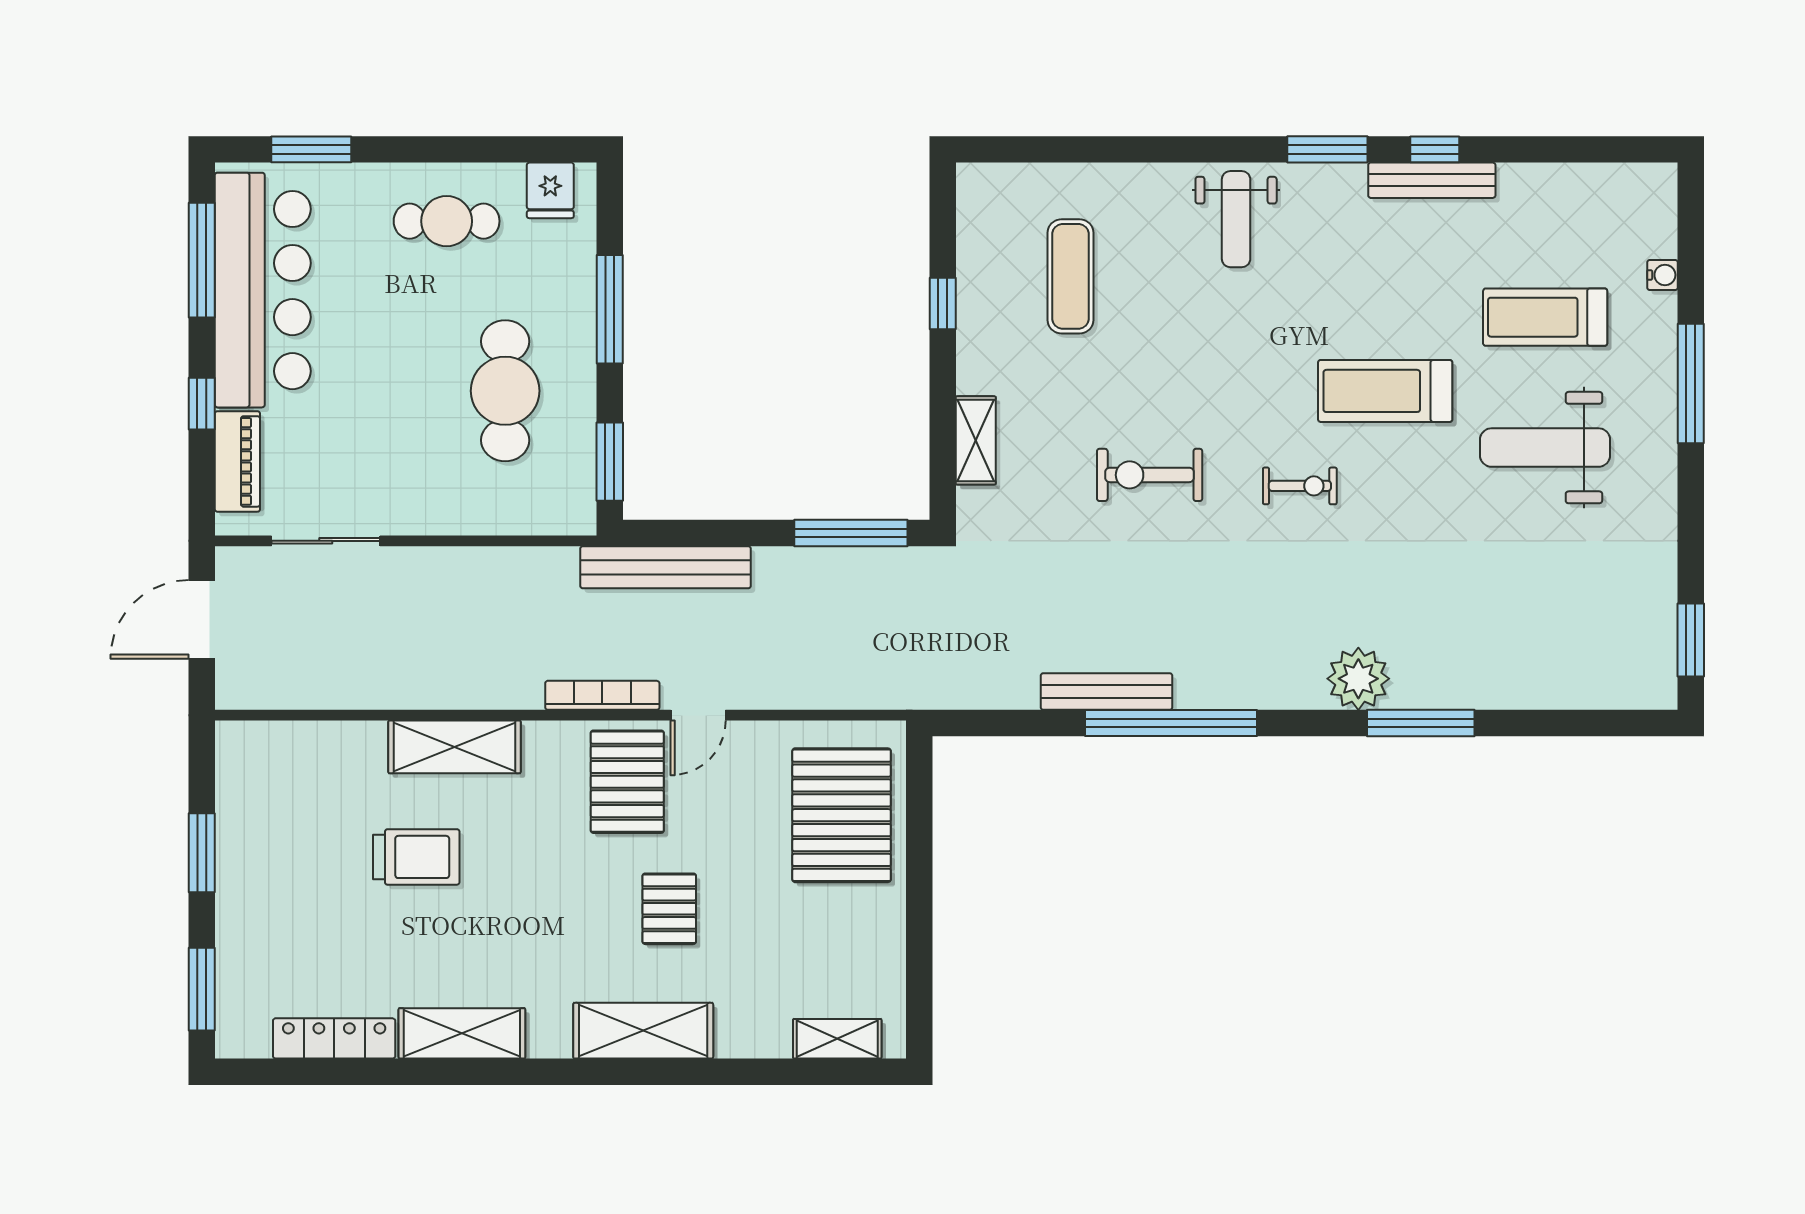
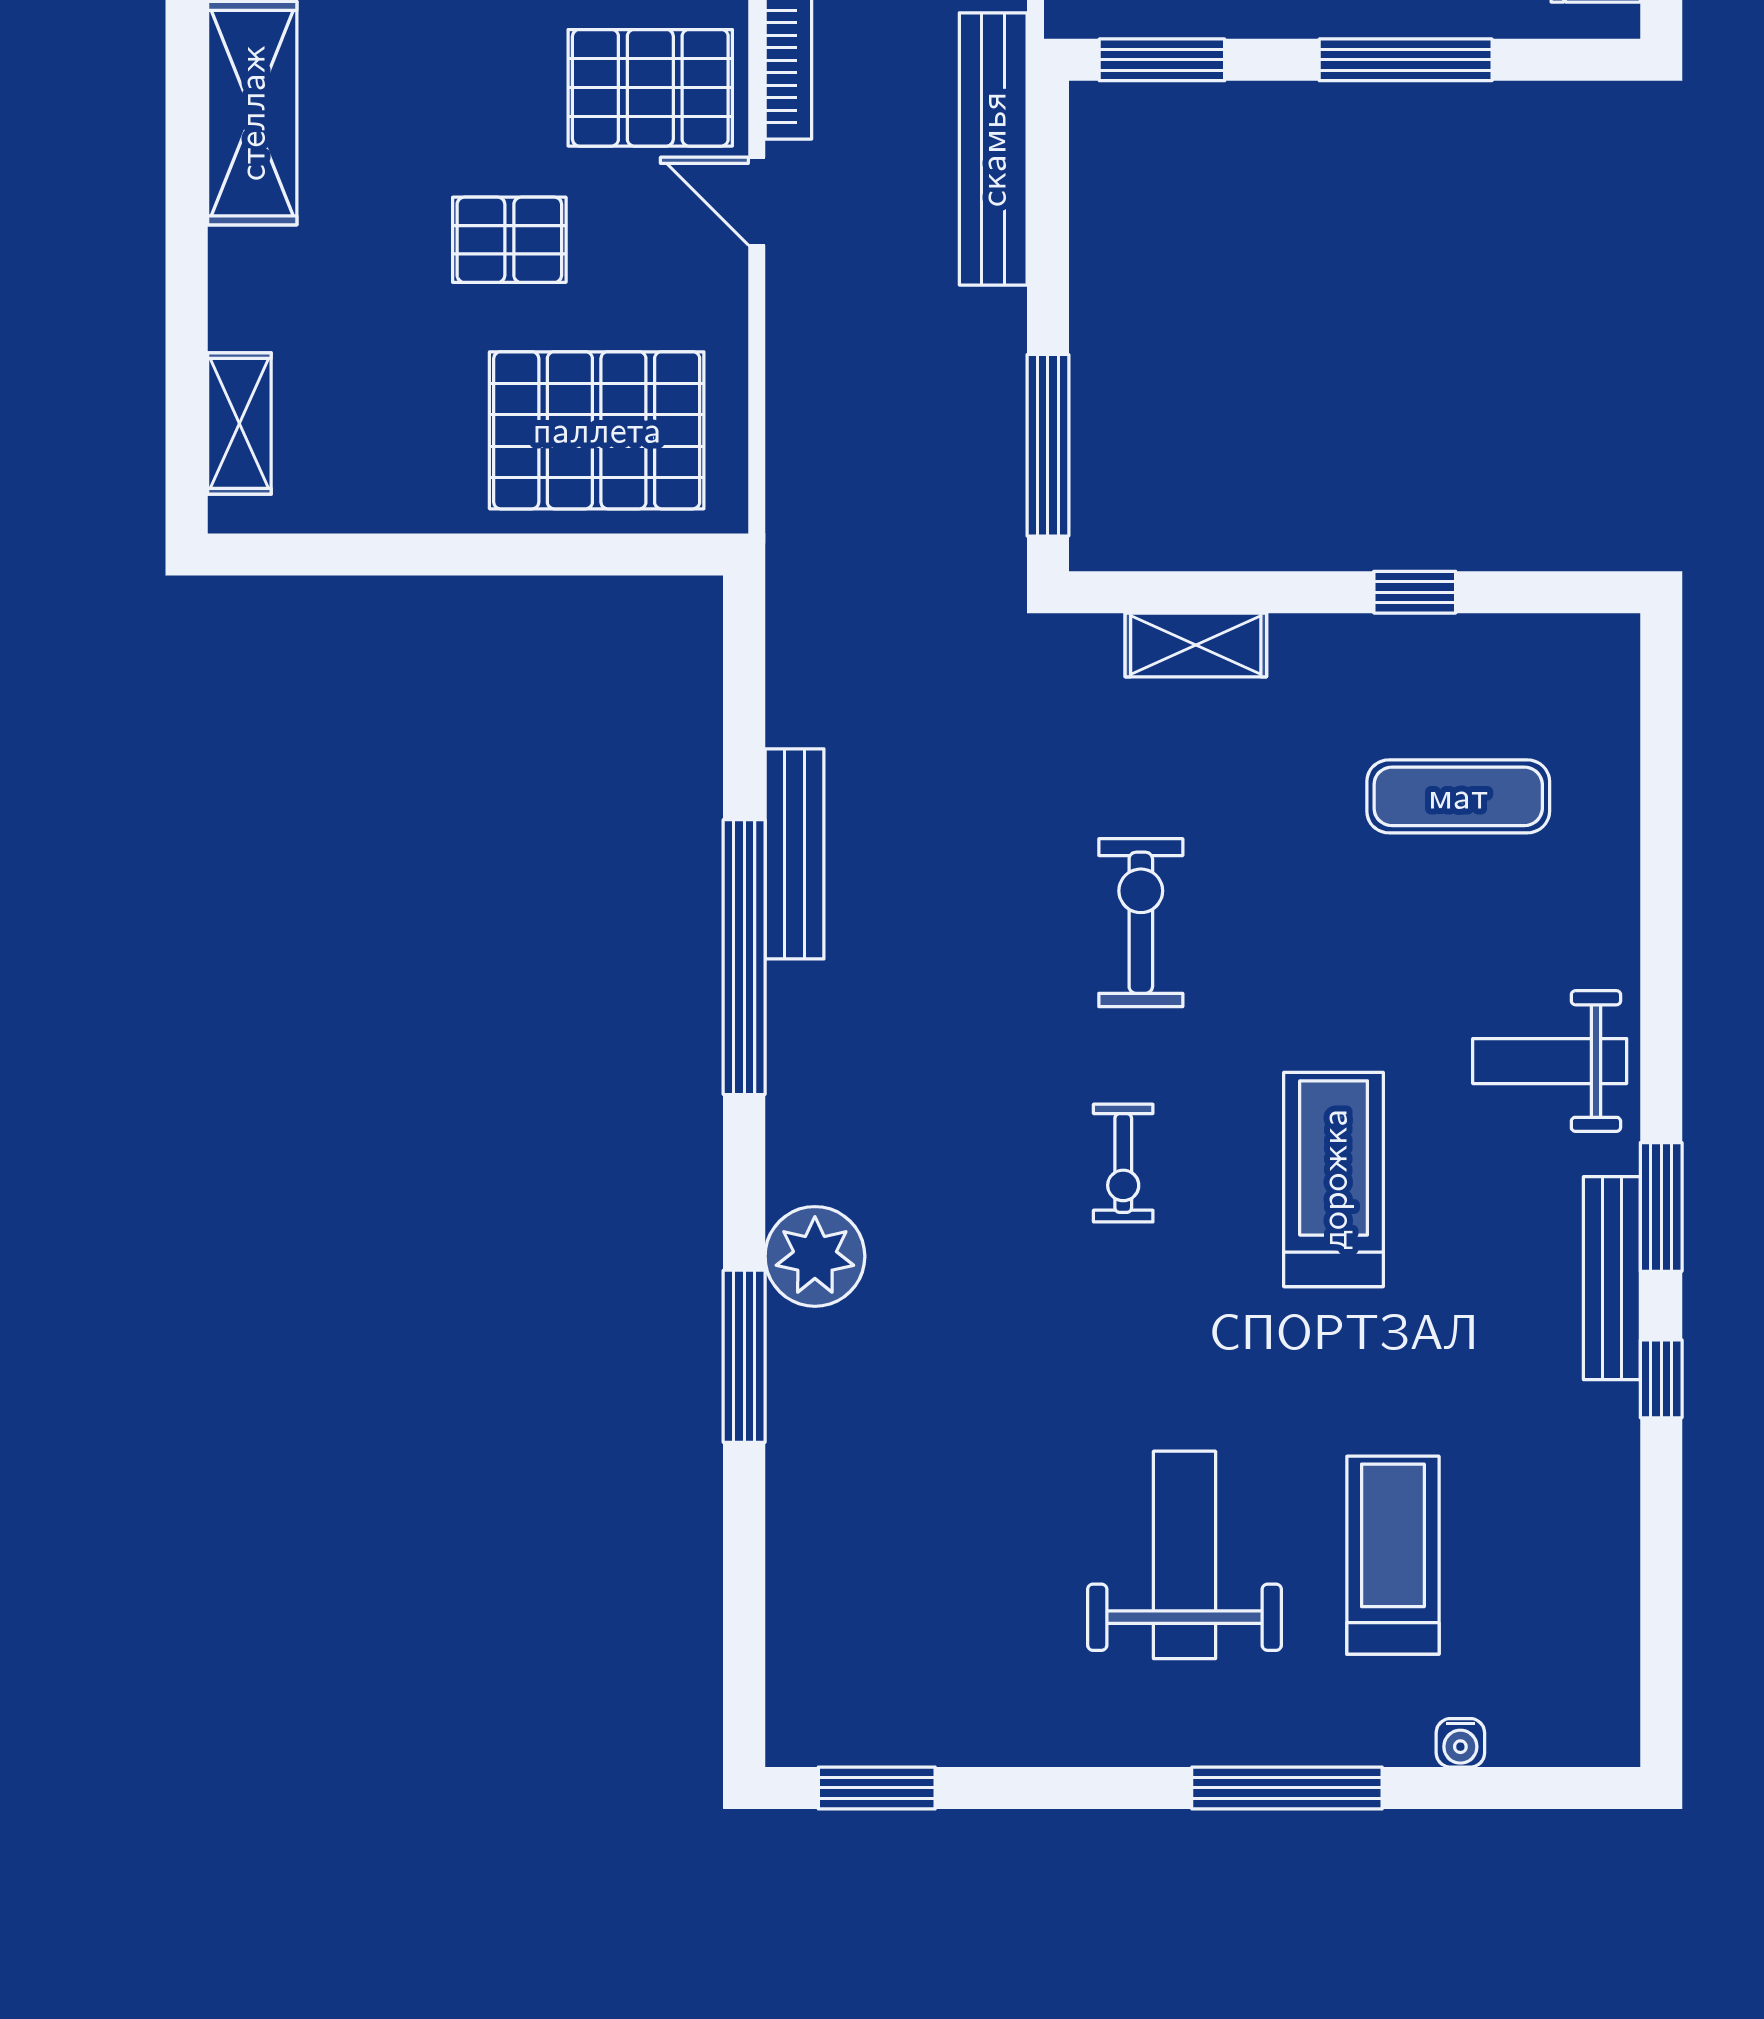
bench: (1432, 180) -> (1612, 1278), moved
treadmill: (1385, 391) -> (1334, 1179), moved
pallet: (669, 909) -> (509, 240), moved

